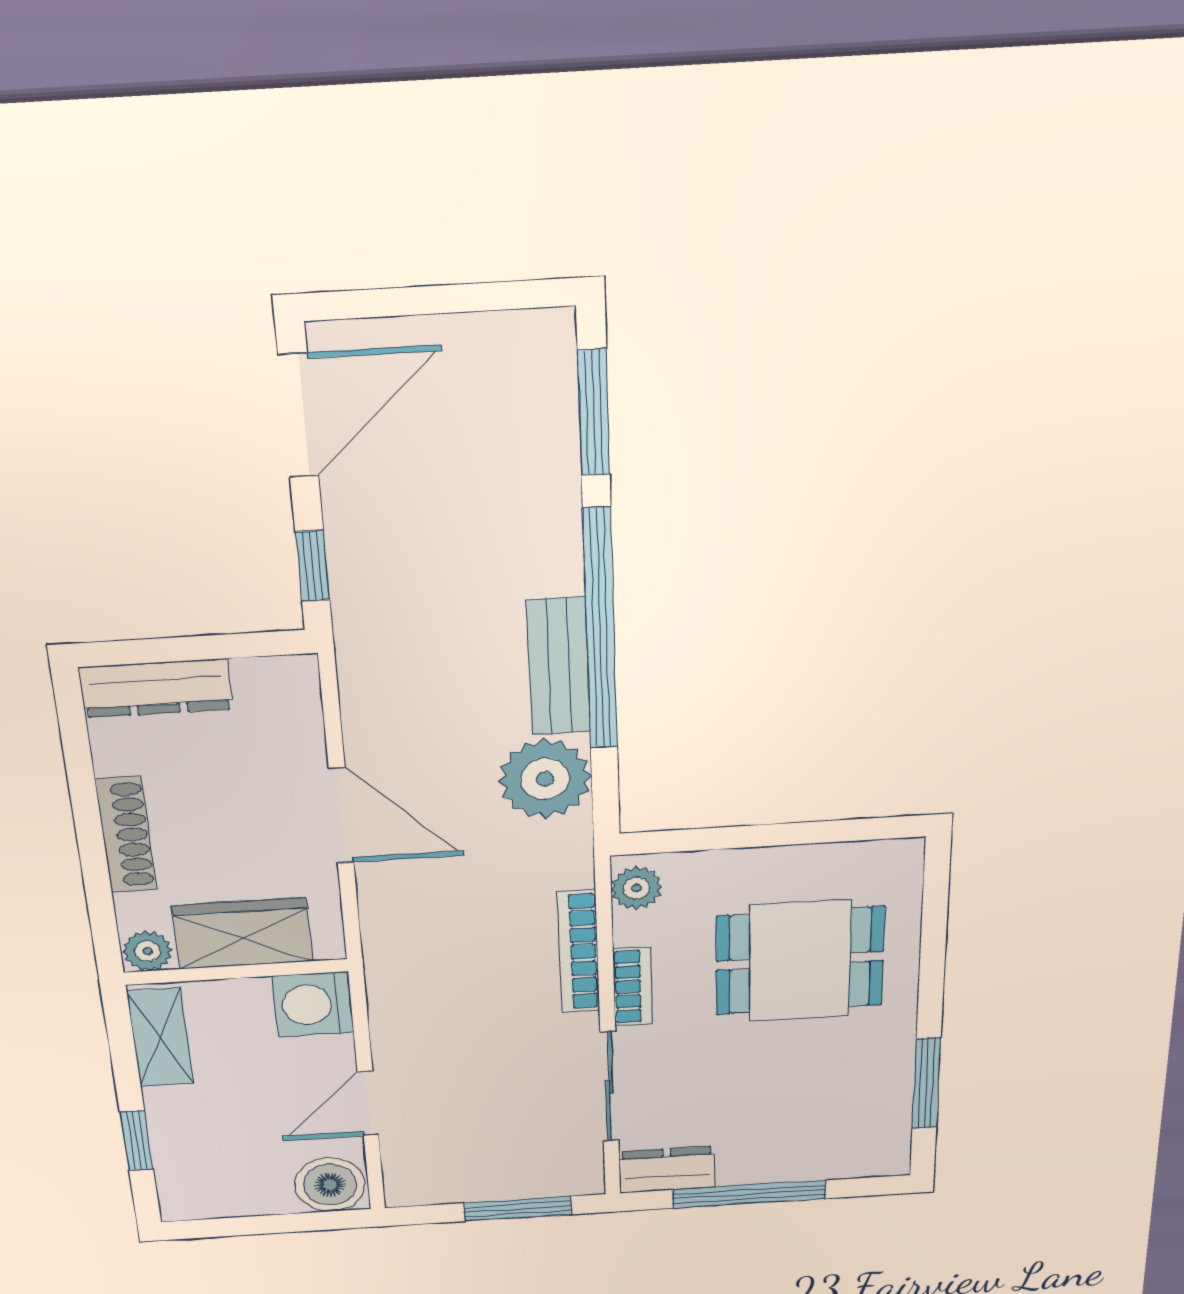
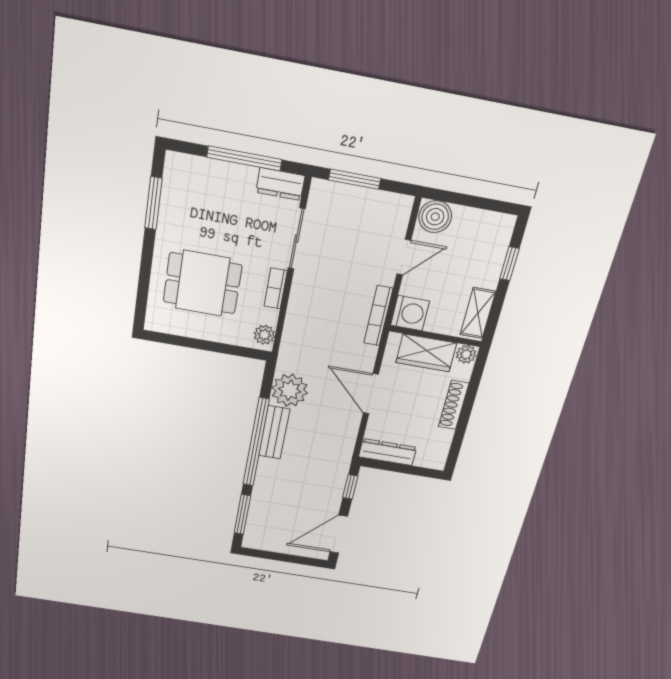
dresser: (156, 688) -> (388, 452), moved
bookcase: (579, 952) -> (378, 316), moved, turned 180

